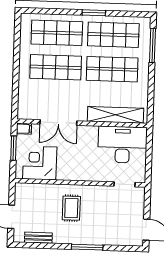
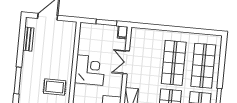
double door: (58, 123) -> (126, 62), width x0.73
corner desk: (40, 163) -> (90, 70), moved
rug: (71, 208) -> (55, 87), moved

